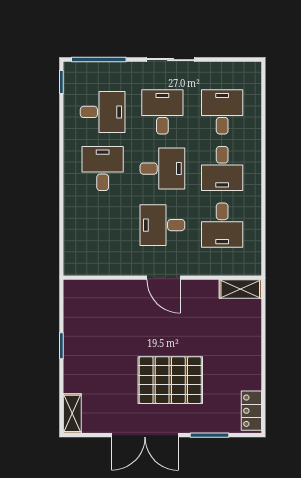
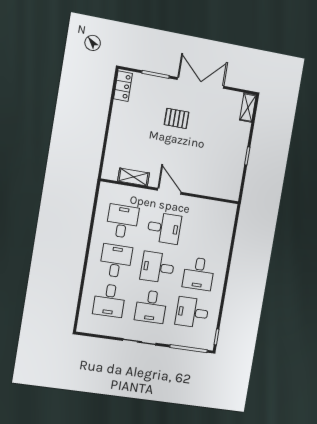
shelving: (240, 289) -> (134, 177), moved
pallet: (170, 380) -> (177, 118), width x0.49, depth x0.50

